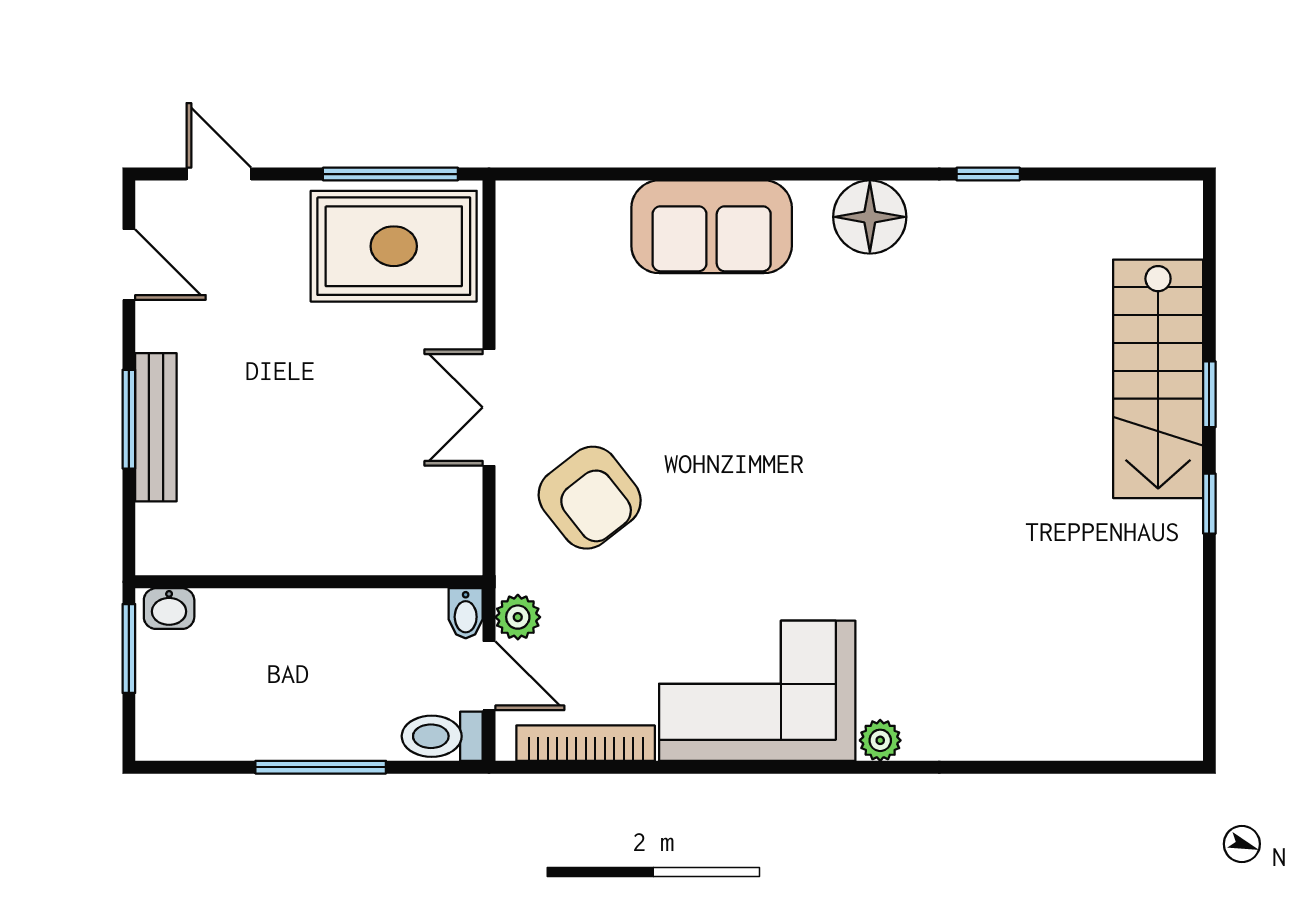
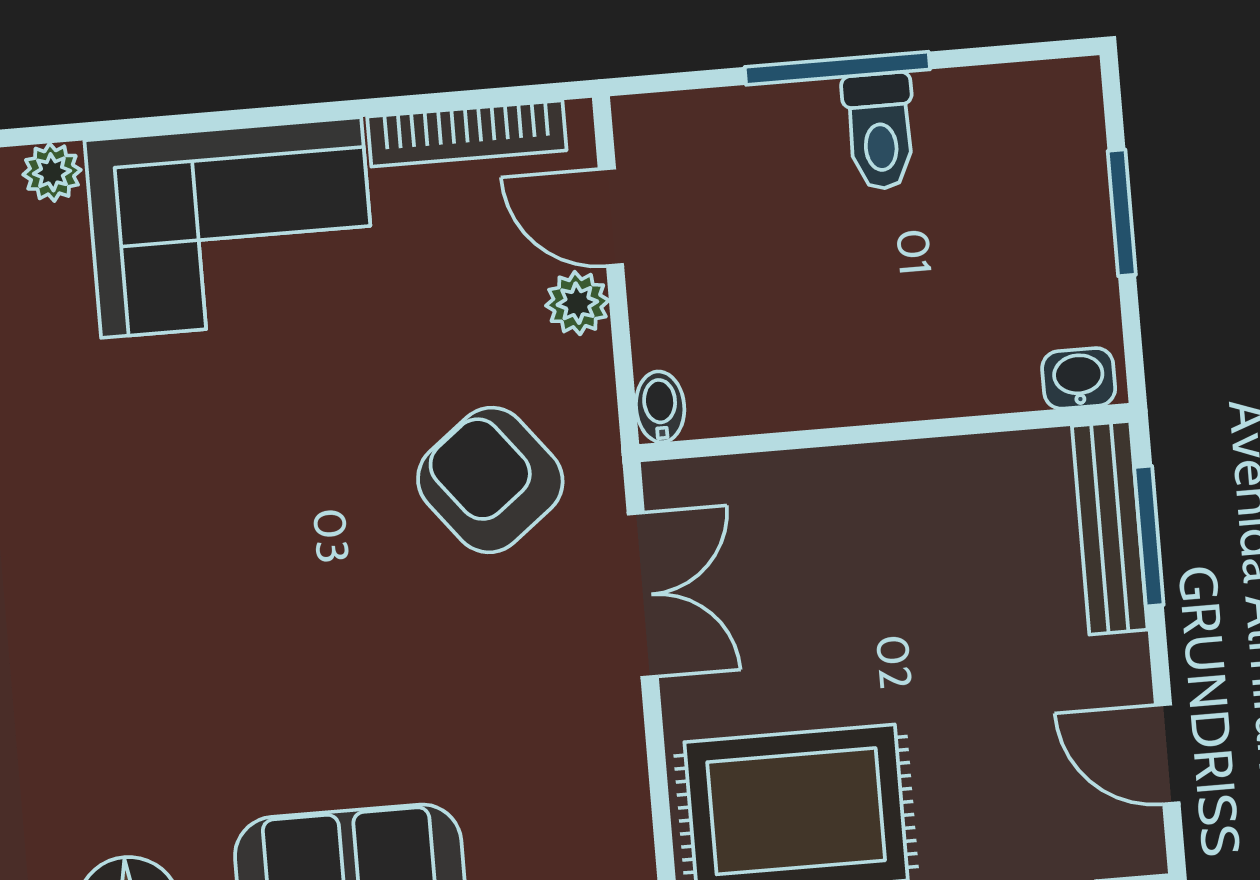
wall: (309, 582) -> (885, 433), moved
washbasin: (169, 609) -> (1079, 378), moved
bidet: (466, 613) -> (660, 407), moved
toilet: (442, 736) -> (880, 131), moved, turned 90

